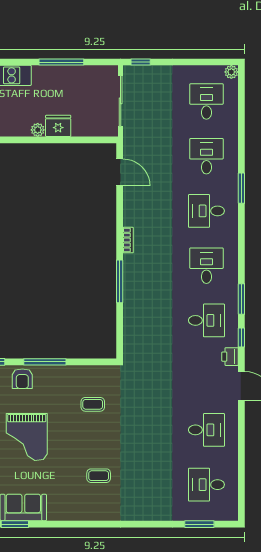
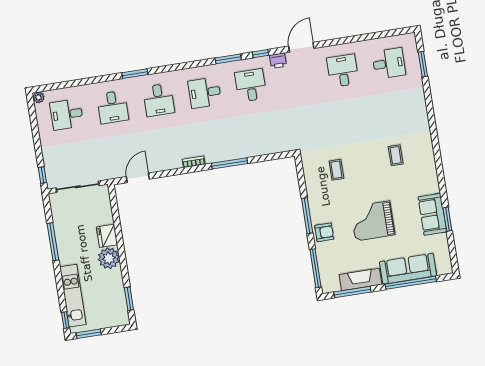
plant: (38, 130) -> (109, 258), width x1.88, depth x1.88
desk: (206, 156) -> (113, 107), turned -90
grand piano: (27, 437) -> (373, 221), turned 180
desk: (206, 485) -> (389, 63), turned -90

